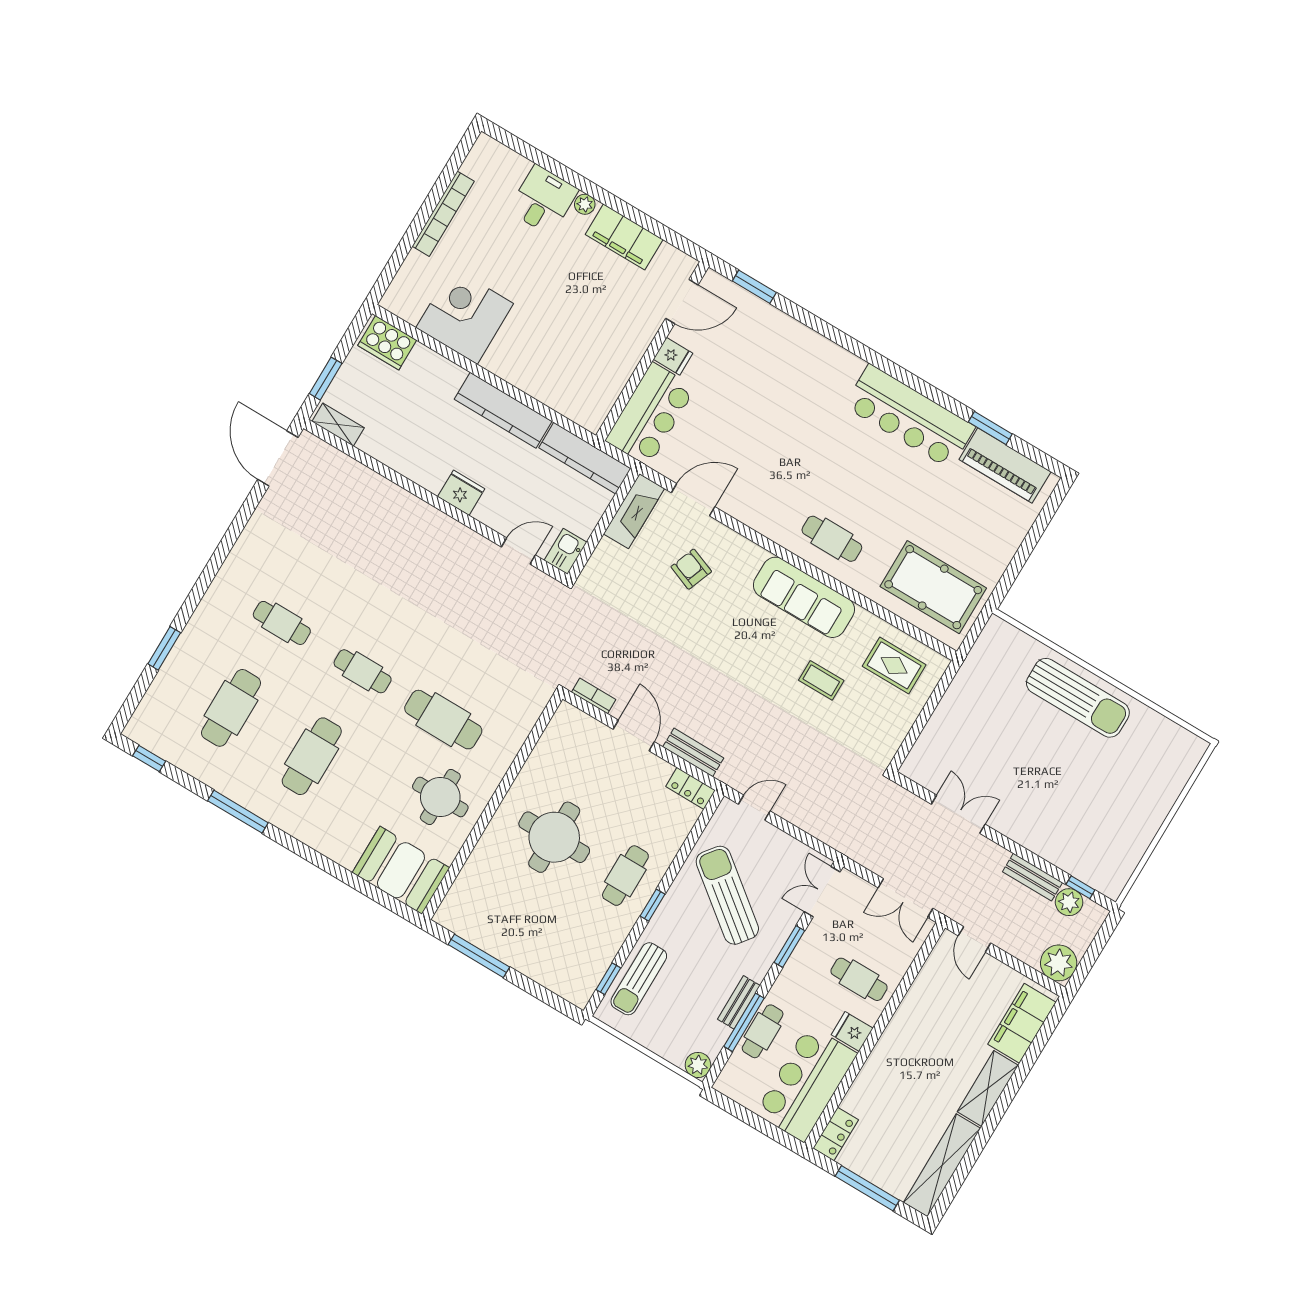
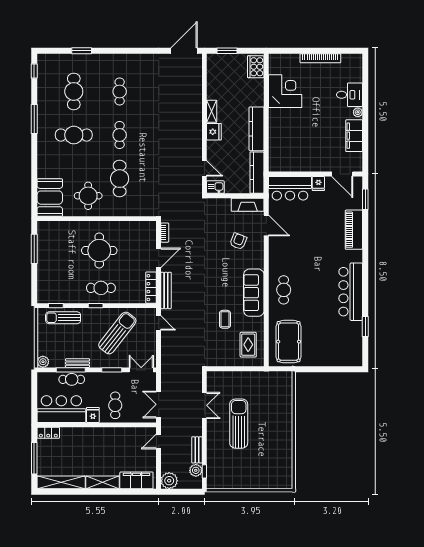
shelving: (338, 425) -> (212, 111), moved
piano: (1005, 466) -> (354, 230), moved
sun lounger: (1078, 698) -> (239, 424), moved, turned 180
cafe table: (231, 708) -> (74, 91), turned 90
bench: (693, 752) -> (166, 290), width x1.36
locker: (691, 788) -> (151, 288), width x1.53

